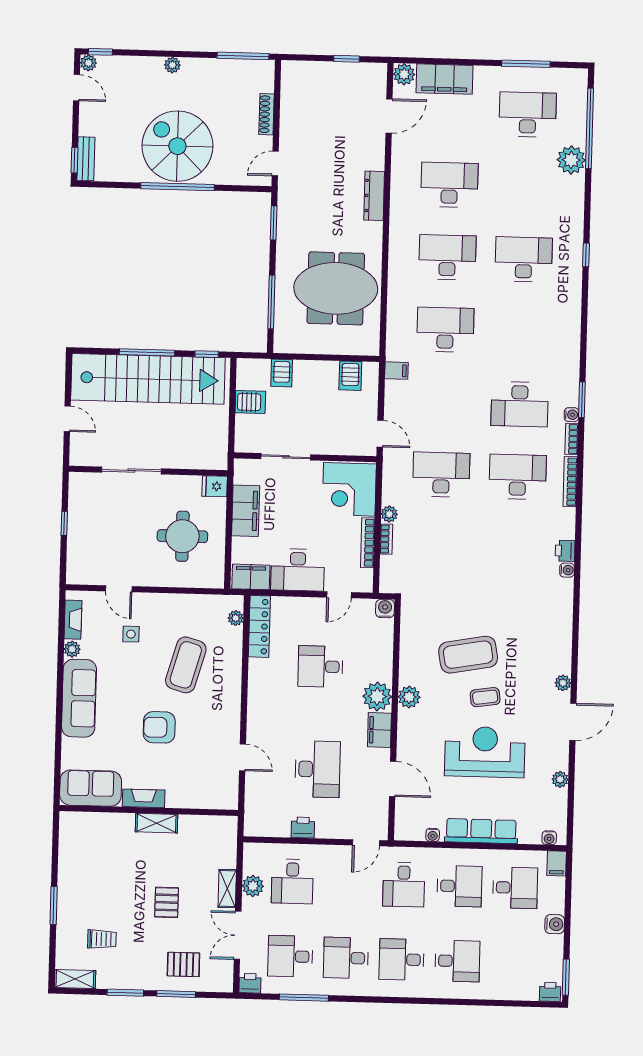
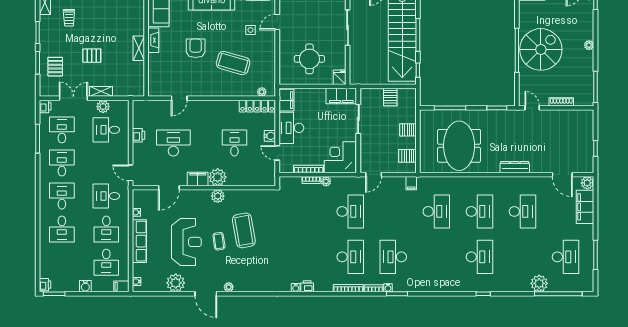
server rack: (282, 373) -> (408, 130), moved
filing cabinet: (246, 511) -> (341, 96), moved
water cooler: (385, 608) -> (270, 136), moved
desk: (318, 769) -> (173, 143), turned 180
plant: (560, 779) -> (176, 283), width x1.87, depth x1.87

